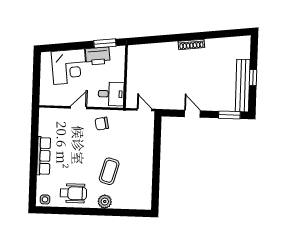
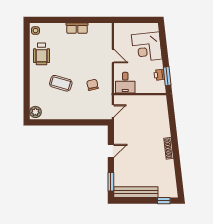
printer: (98, 56) -> (159, 75), width x0.53, depth x0.68
window: (253, 77) -> (164, 201), moved
chair: (102, 124) -> (92, 85), moved
row of seats: (44, 156) -> (77, 28), width x0.68
plant: (105, 202) -> (35, 112), moved

